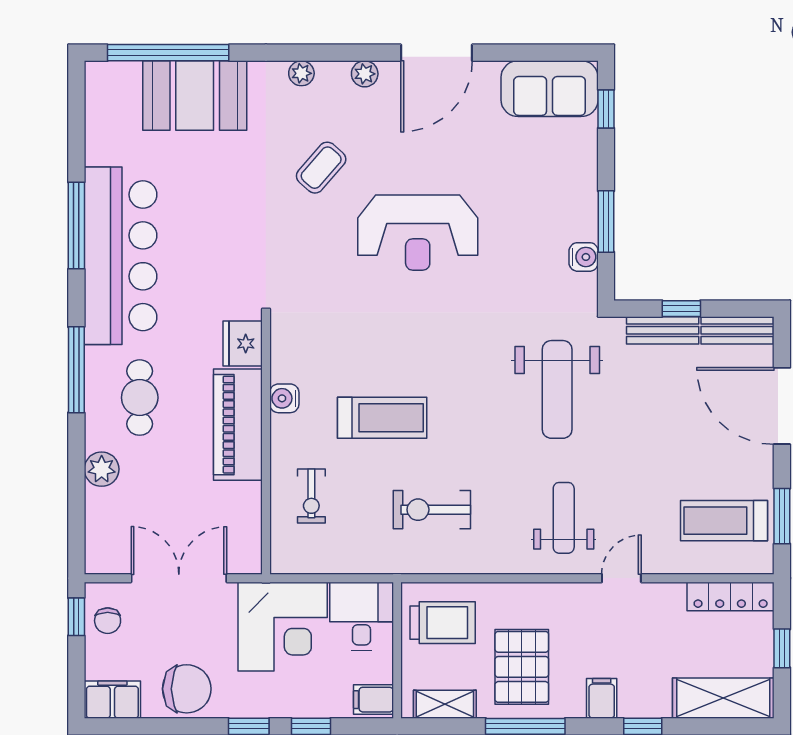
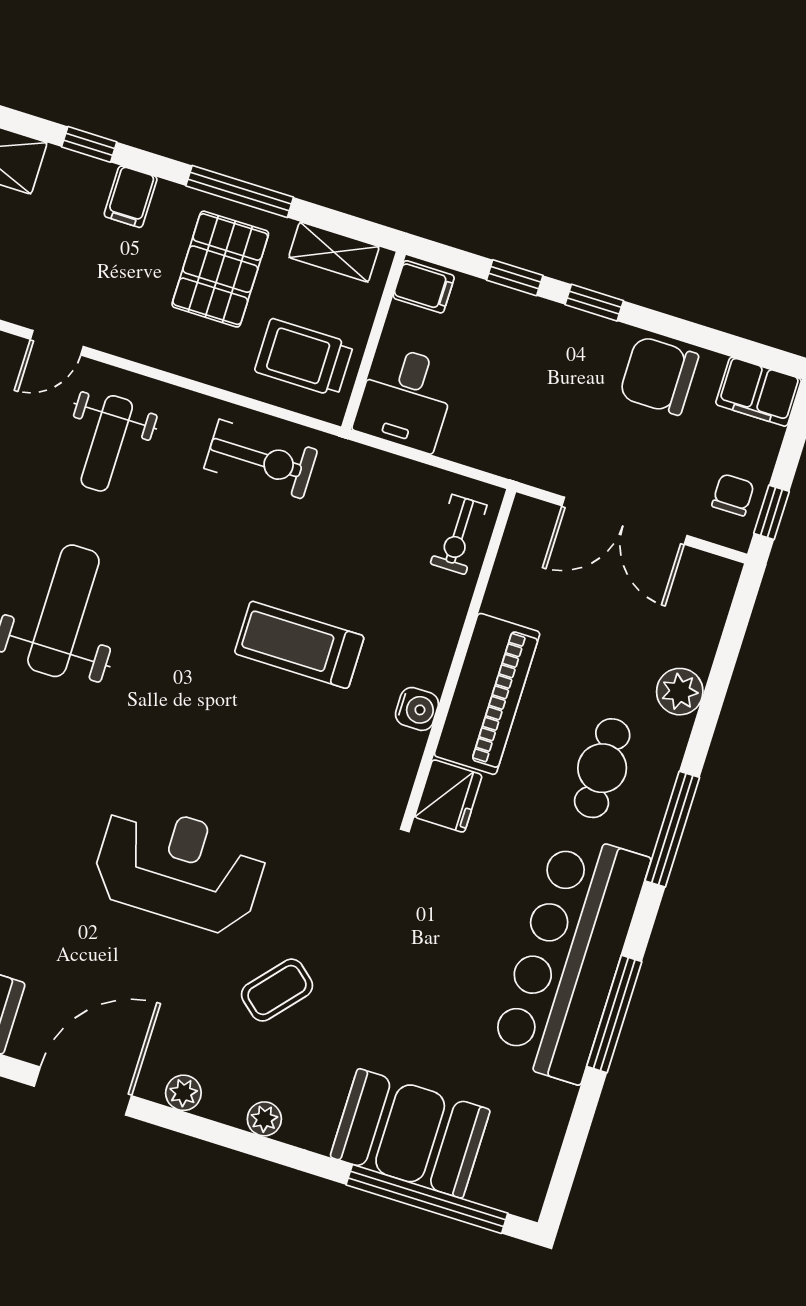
exercise bike: (311, 496) -> (459, 534), moved, turned 180
exercise bike: (432, 510) -> (261, 459), moved
corner desk: (283, 627) -> (511, 417), removed

